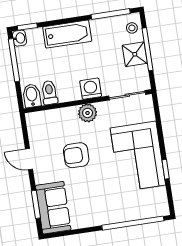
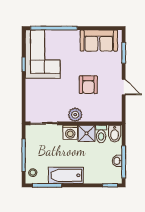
bathtub: (67, 34) -> (66, 175), moved
washbasin: (19, 38) -> (117, 161), moved
shower: (135, 54) -> (87, 133), moved
armchair: (76, 155) -> (88, 85), turned 90
corner sofa: (138, 156) -> (43, 54), moved
sofa: (53, 208) -> (99, 41), moved, turned -90

